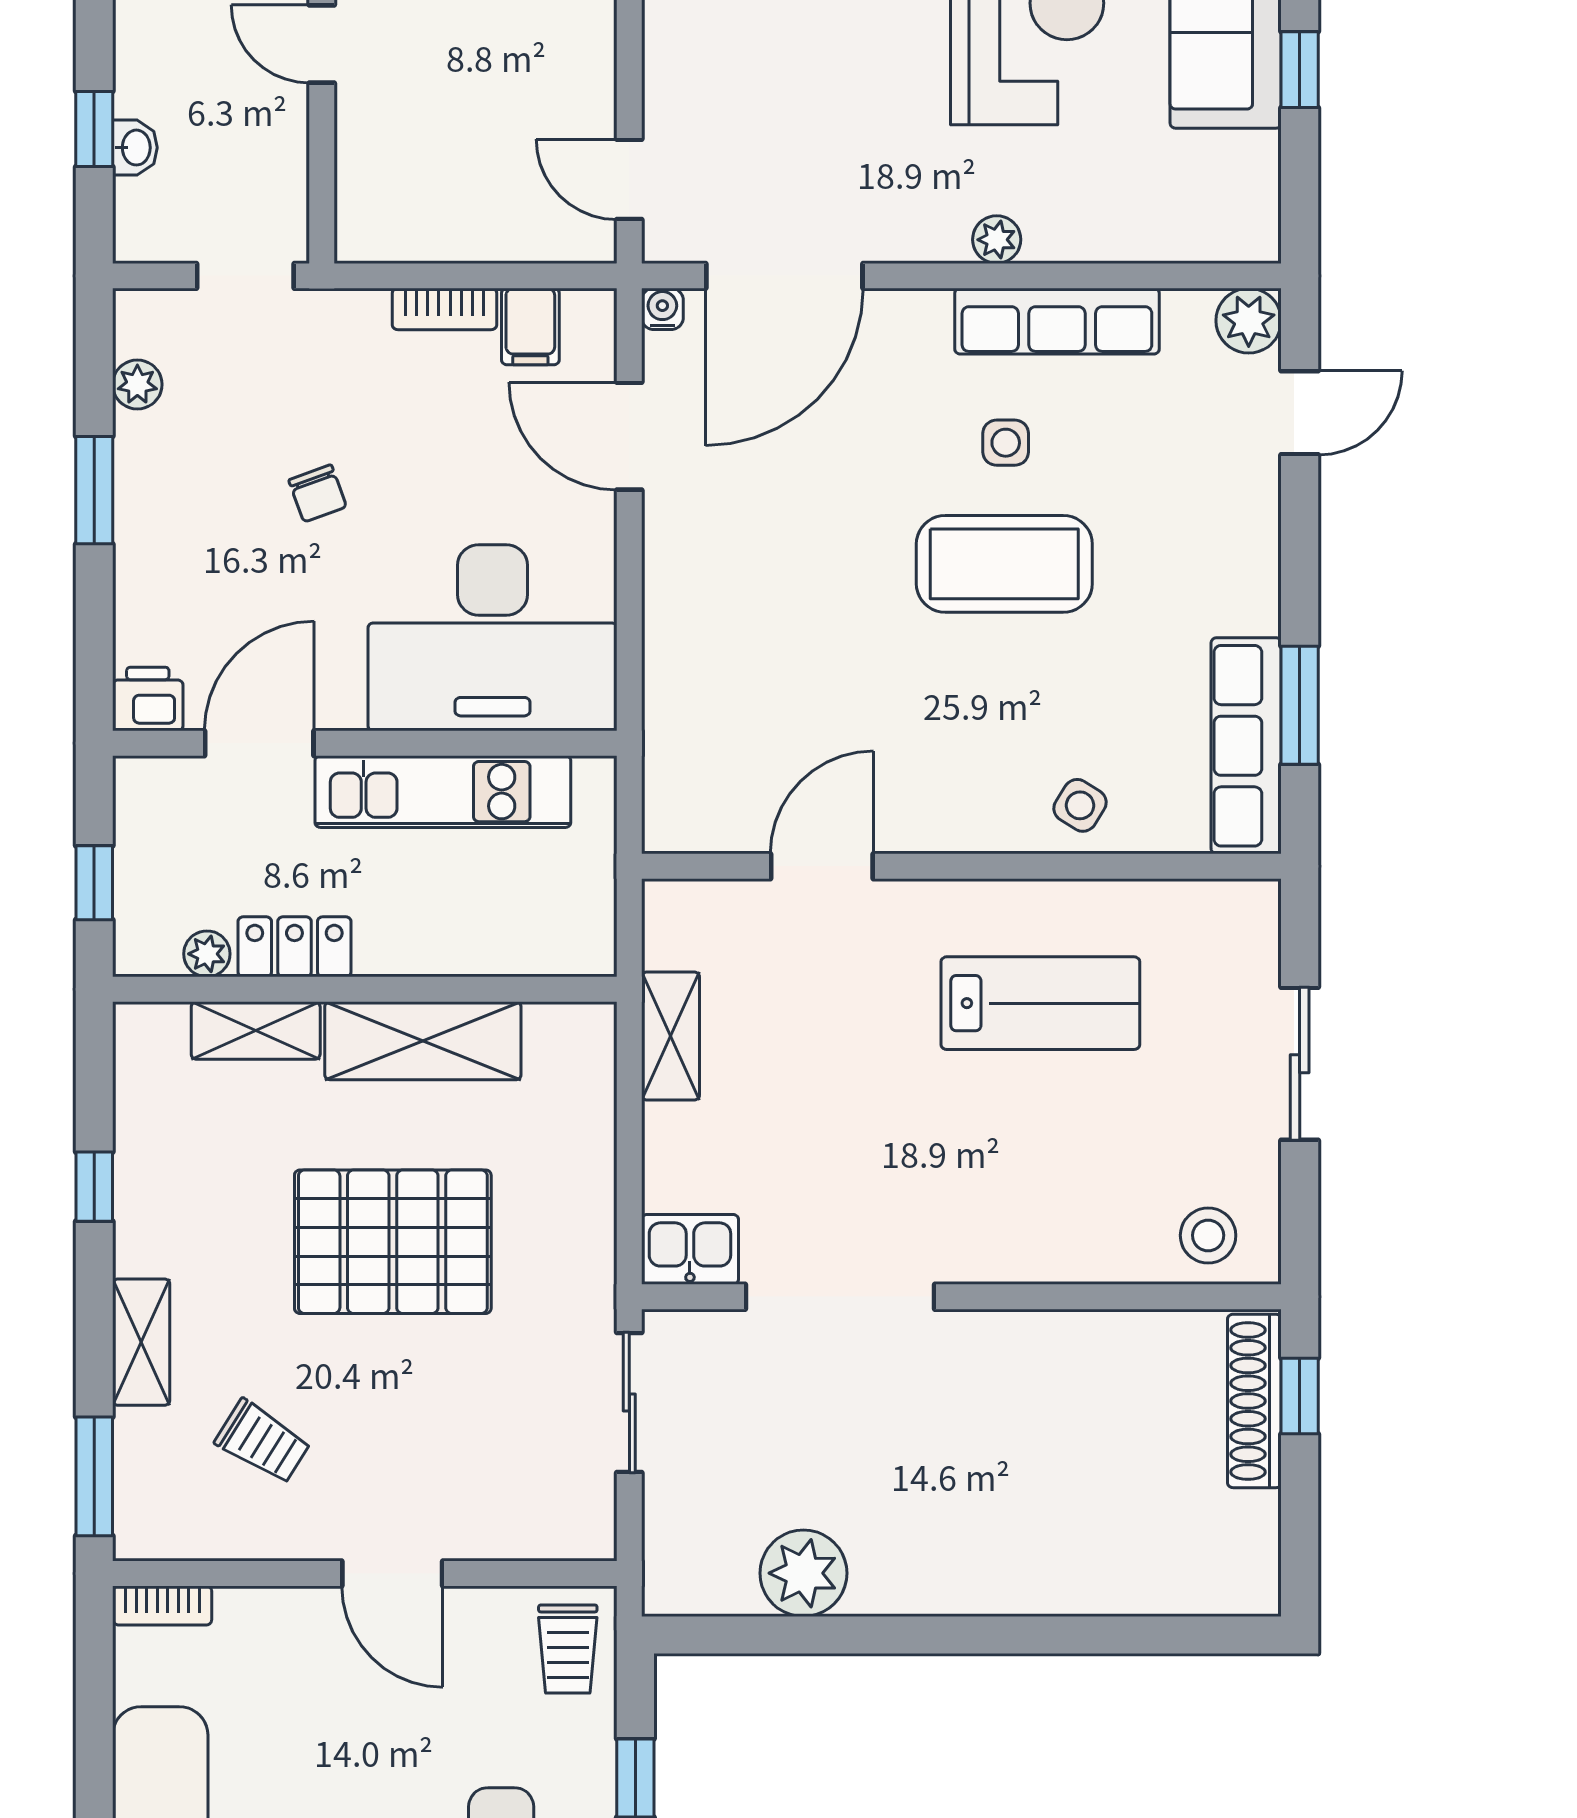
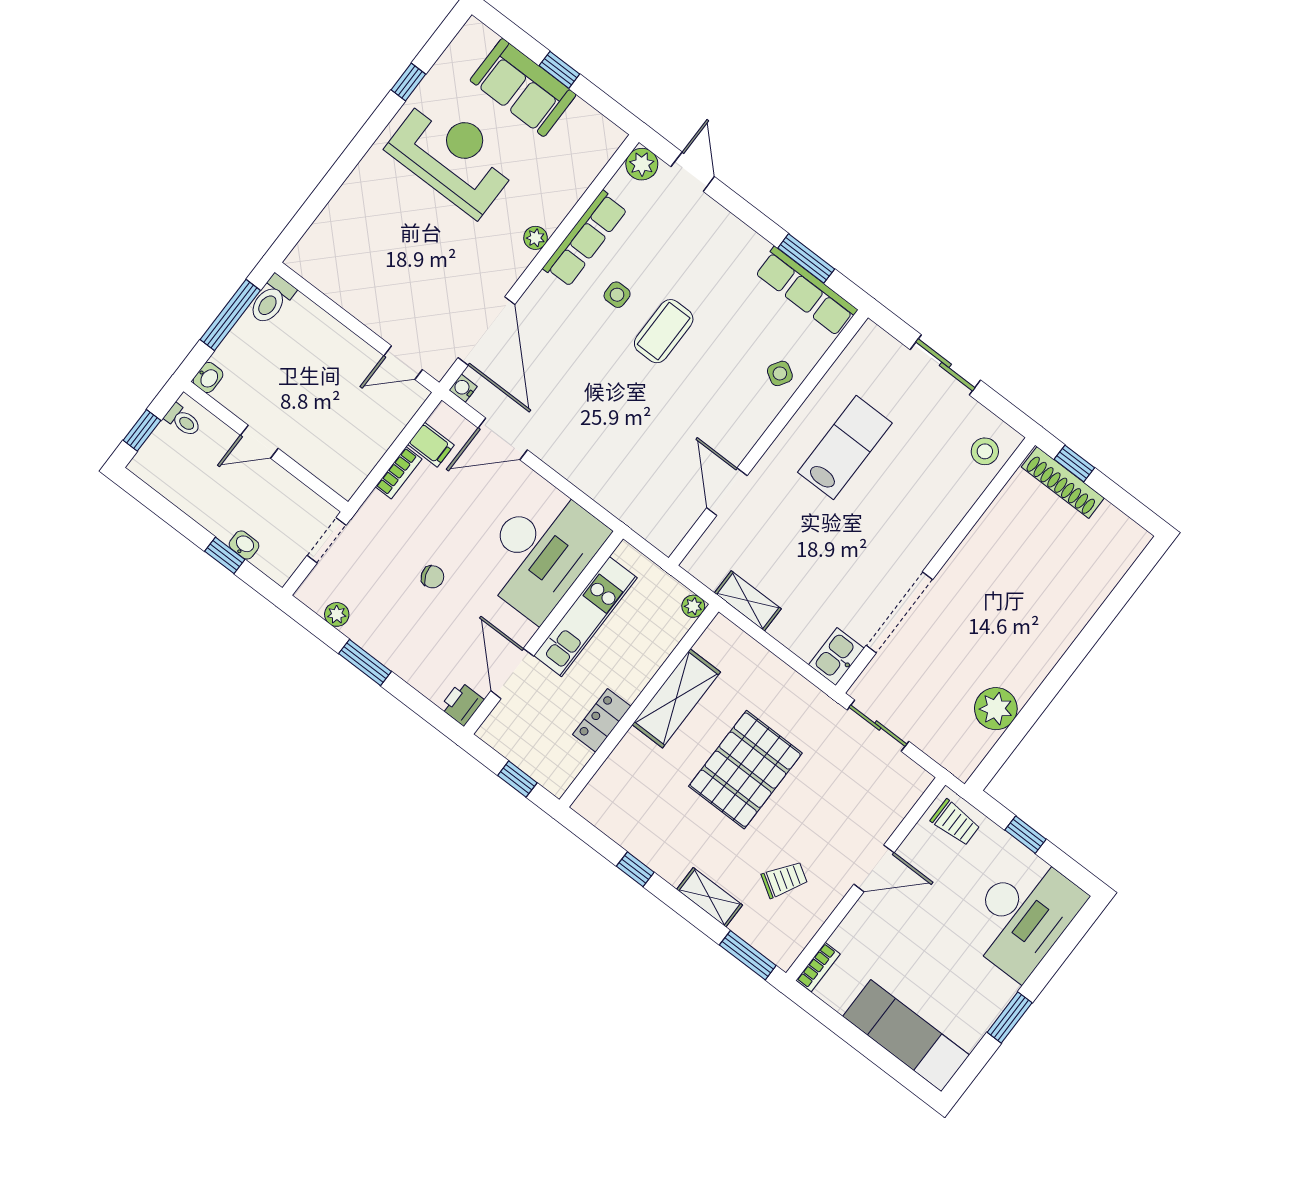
coffee table: (1004, 564) -> (664, 331), width x0.73, depth x0.76
plant: (207, 954) -> (693, 606), moved
shelving: (256, 1030) -> (623, 760), removed

